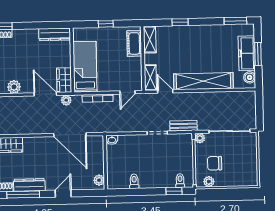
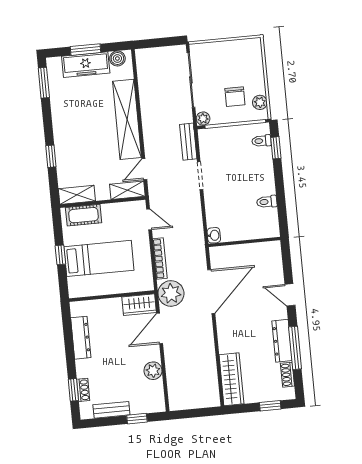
dresser: (55, 34) -> (81, 338), moved
bed: (85, 67) -> (99, 258), moved, turned 180
plant: (66, 100) -> (171, 293), width x1.88, depth x1.88
plant: (99, 180) -> (269, 249), removed

